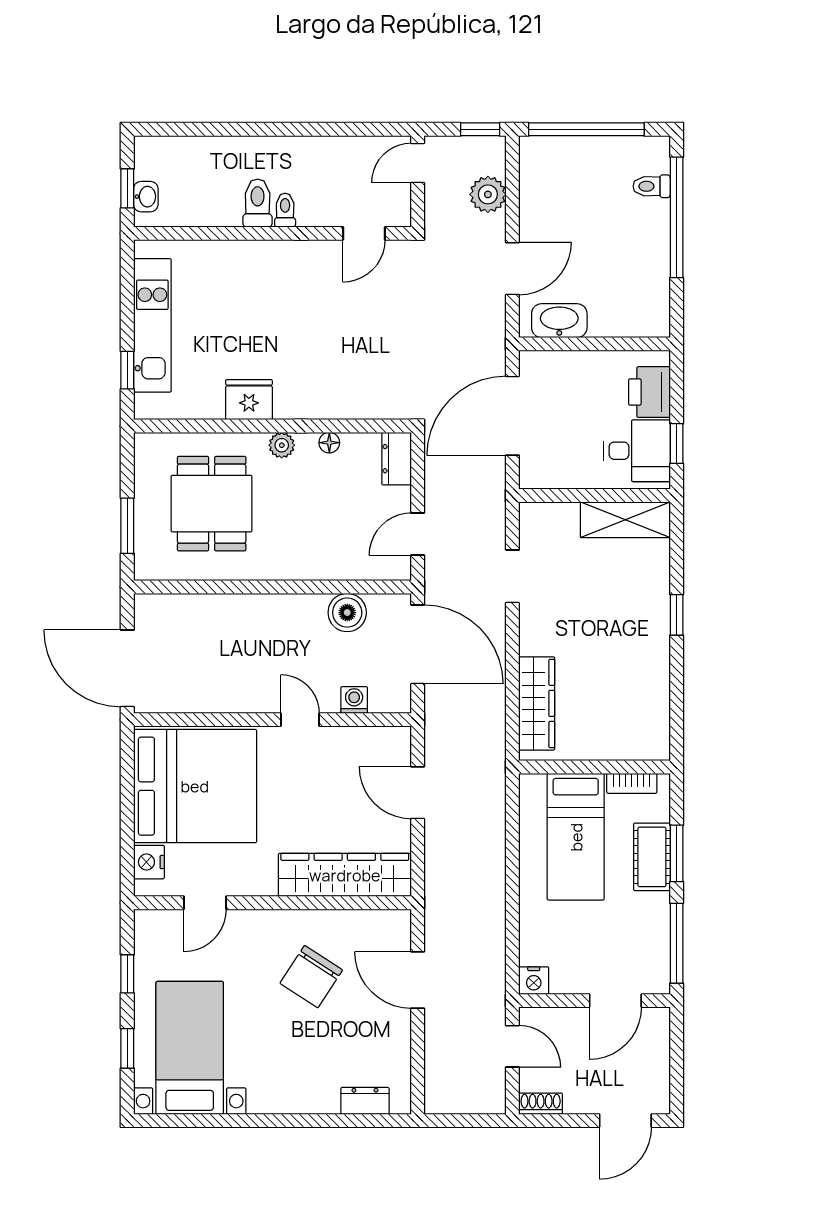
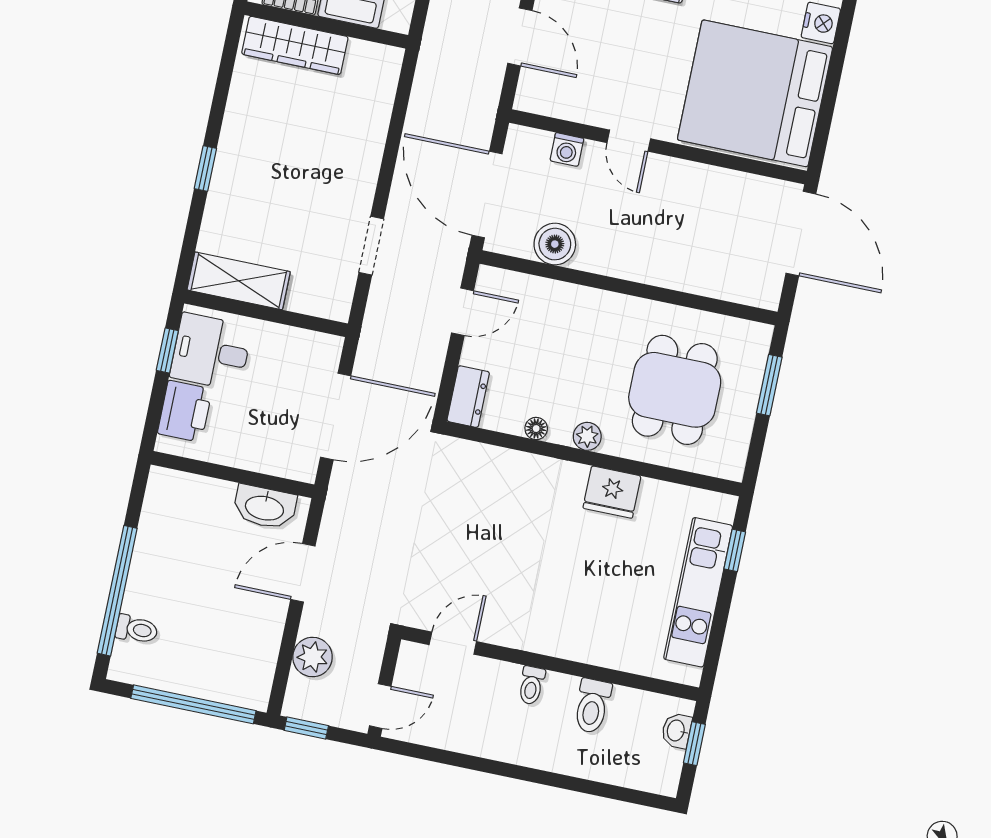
toilet: (258, 203) -> (592, 706), moved
wardrobe: (537, 703) -> (295, 45), moved, turned -90

